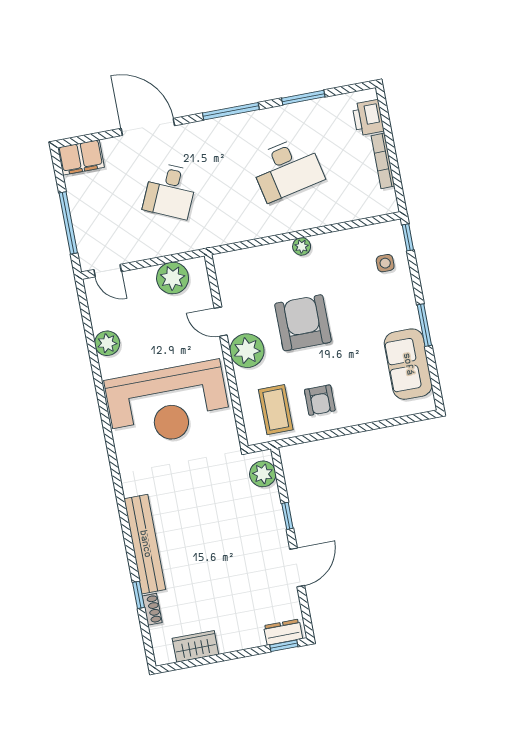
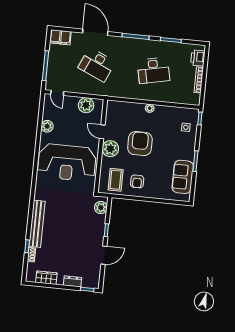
desk: (170, 191) -> (97, 65), width x1.37
dresser: (283, 632) -> (73, 281), moved

